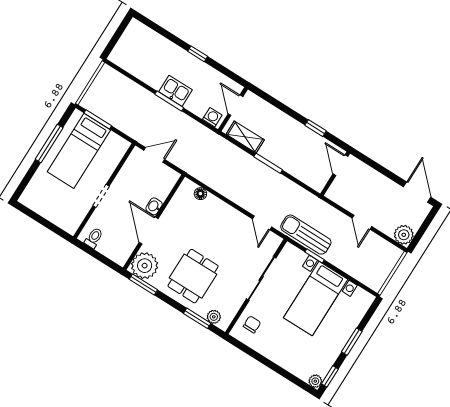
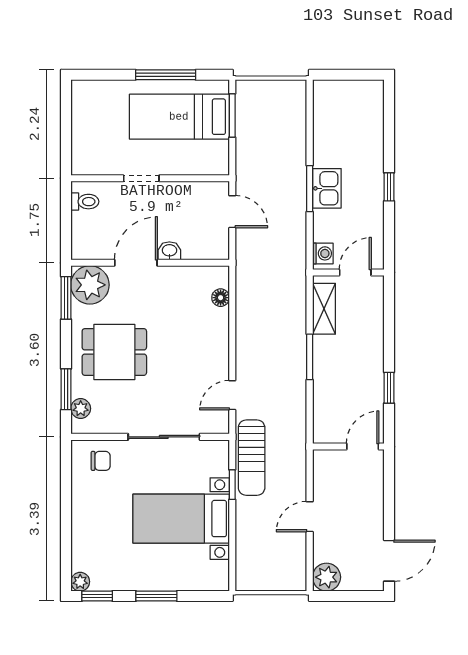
sun lounger: (306, 235) -> (252, 458), turned 180

